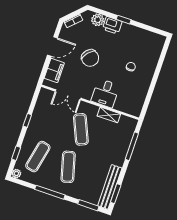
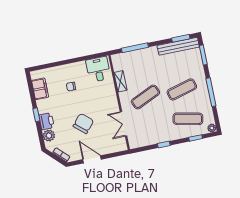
filing cabinet: (54, 71) -> (40, 89), moved, turned 90
desk: (105, 93) -> (98, 69), moved, turned -90
double door: (68, 95) -> (124, 124), swing flipped

